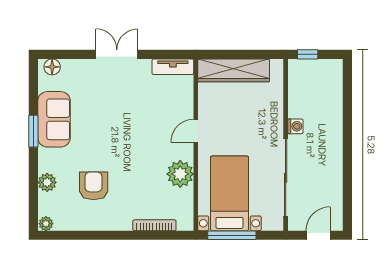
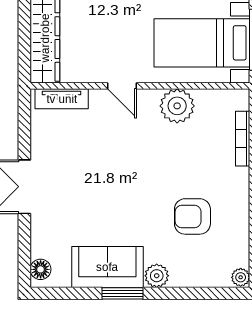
tv unit: (173, 67) -> (62, 99), moved, turned 90
plant: (47, 182) -> (157, 276), moved

